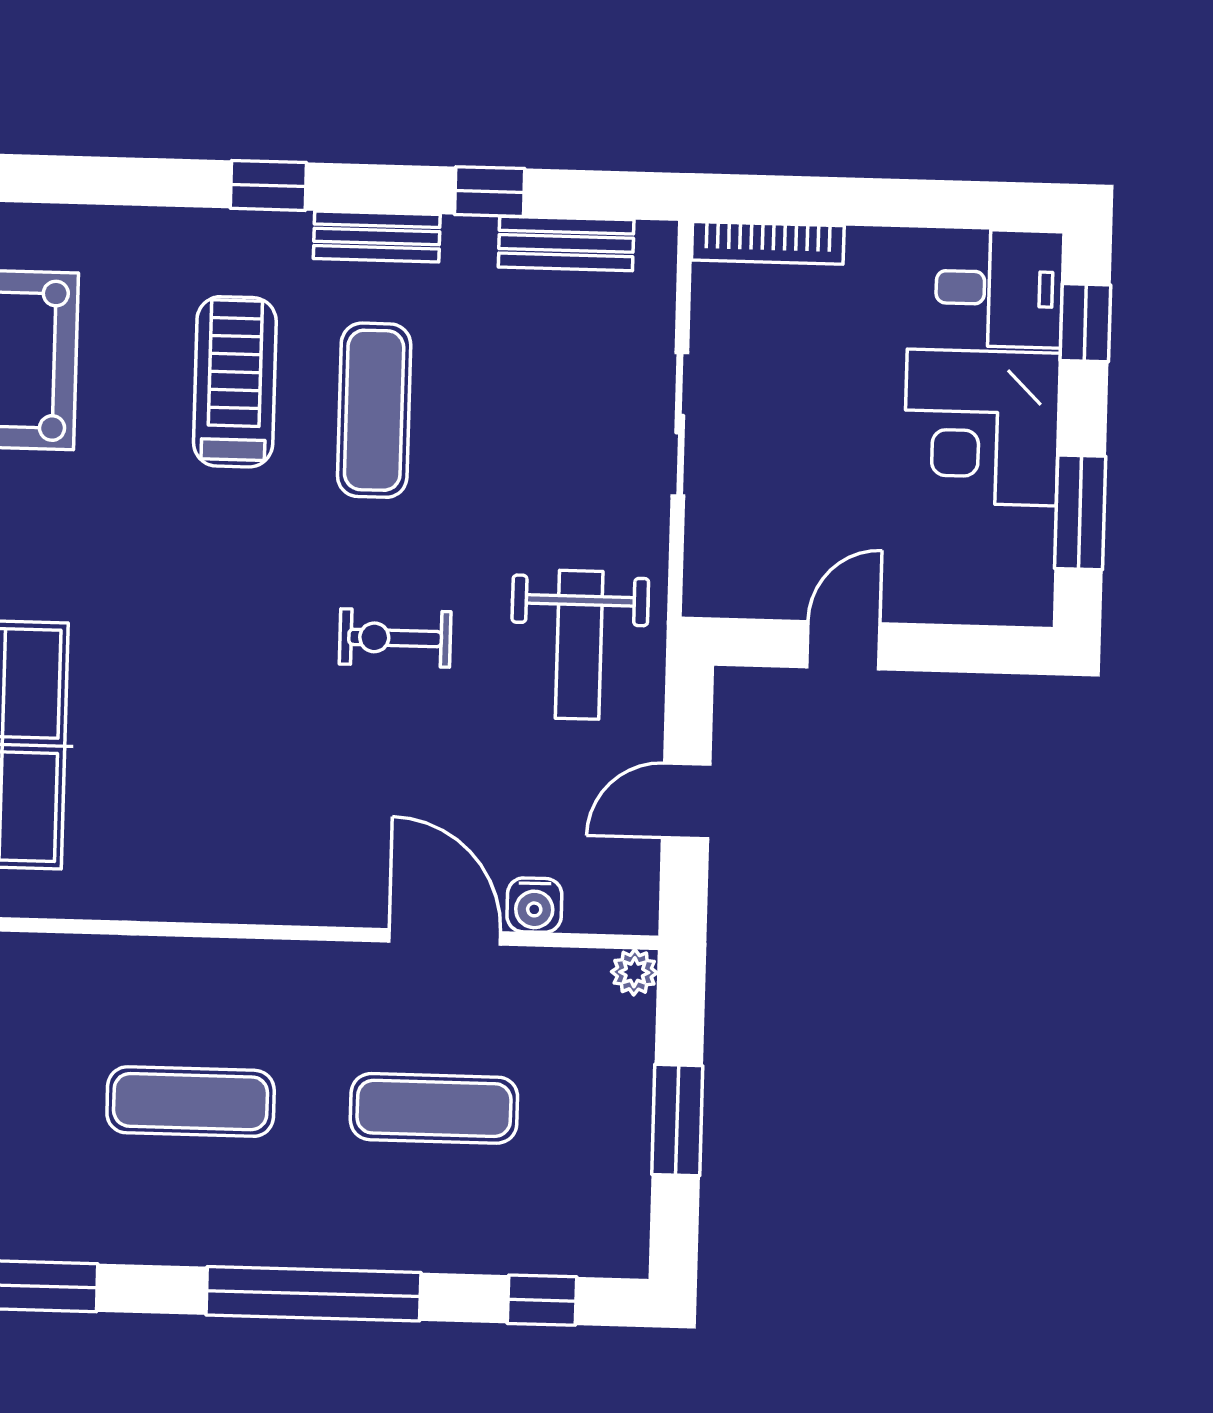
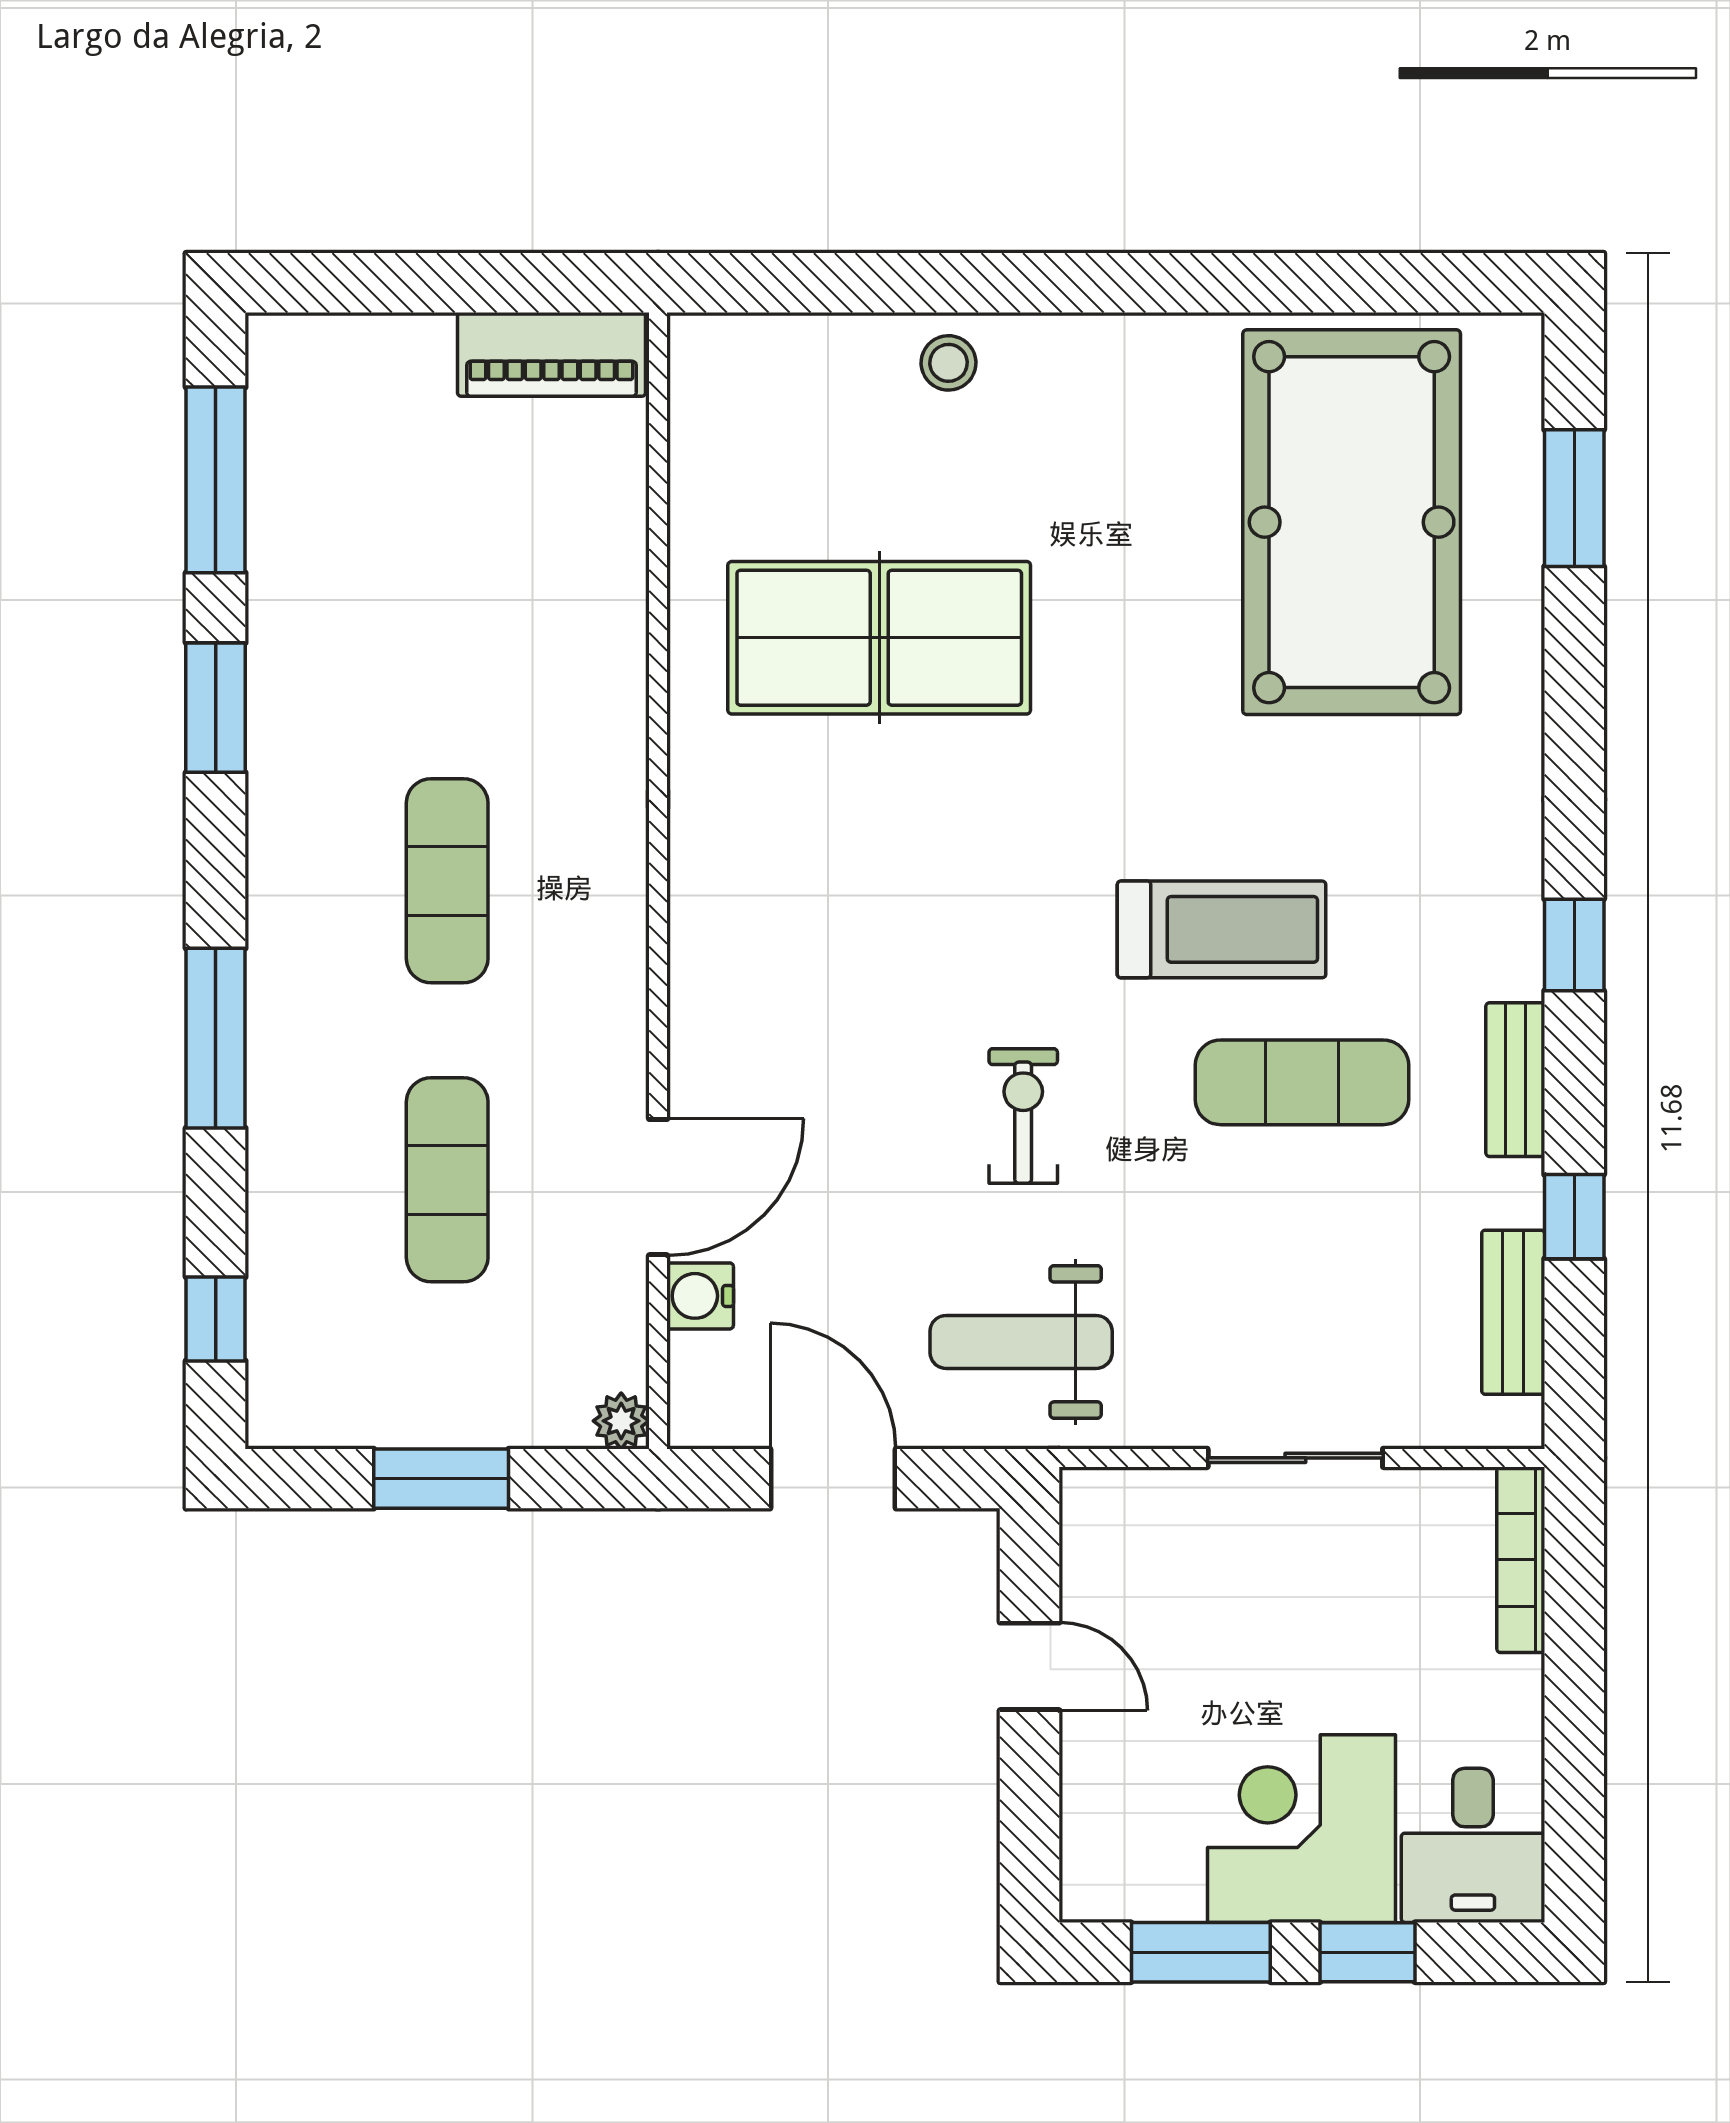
window: (1085, 323) -> (1367, 1952), moved
treadmill: (235, 382) -> (1222, 929), moved
door: (686, 801) -> (833, 1479), width x1.38
window: (313, 1294) -> (216, 1038), width x0.68

